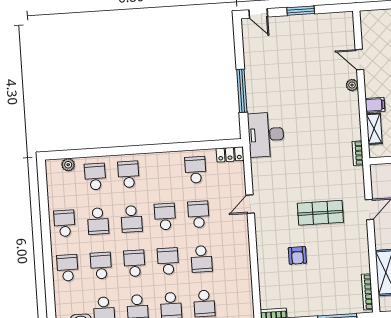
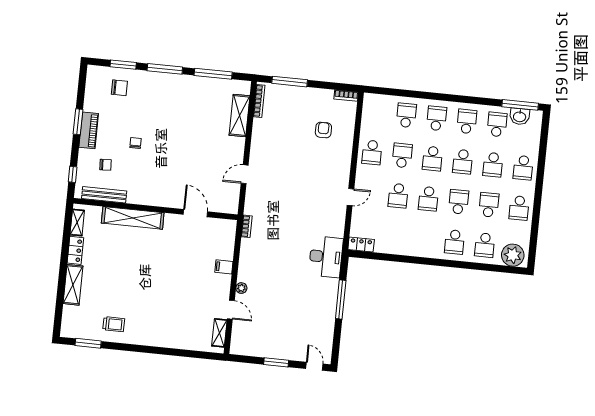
shelving: (374, 129) -> (219, 333), moved
plant: (68, 165) -> (513, 255), width x1.88, depth x1.88
school desk: (196, 170) -> (372, 152), moved
shop shelf: (320, 213) -> (289, 179), removed
armchair: (297, 255) -> (323, 130), moved

